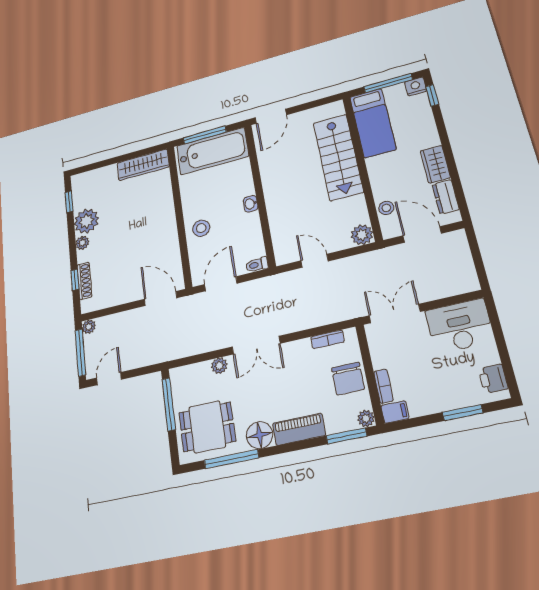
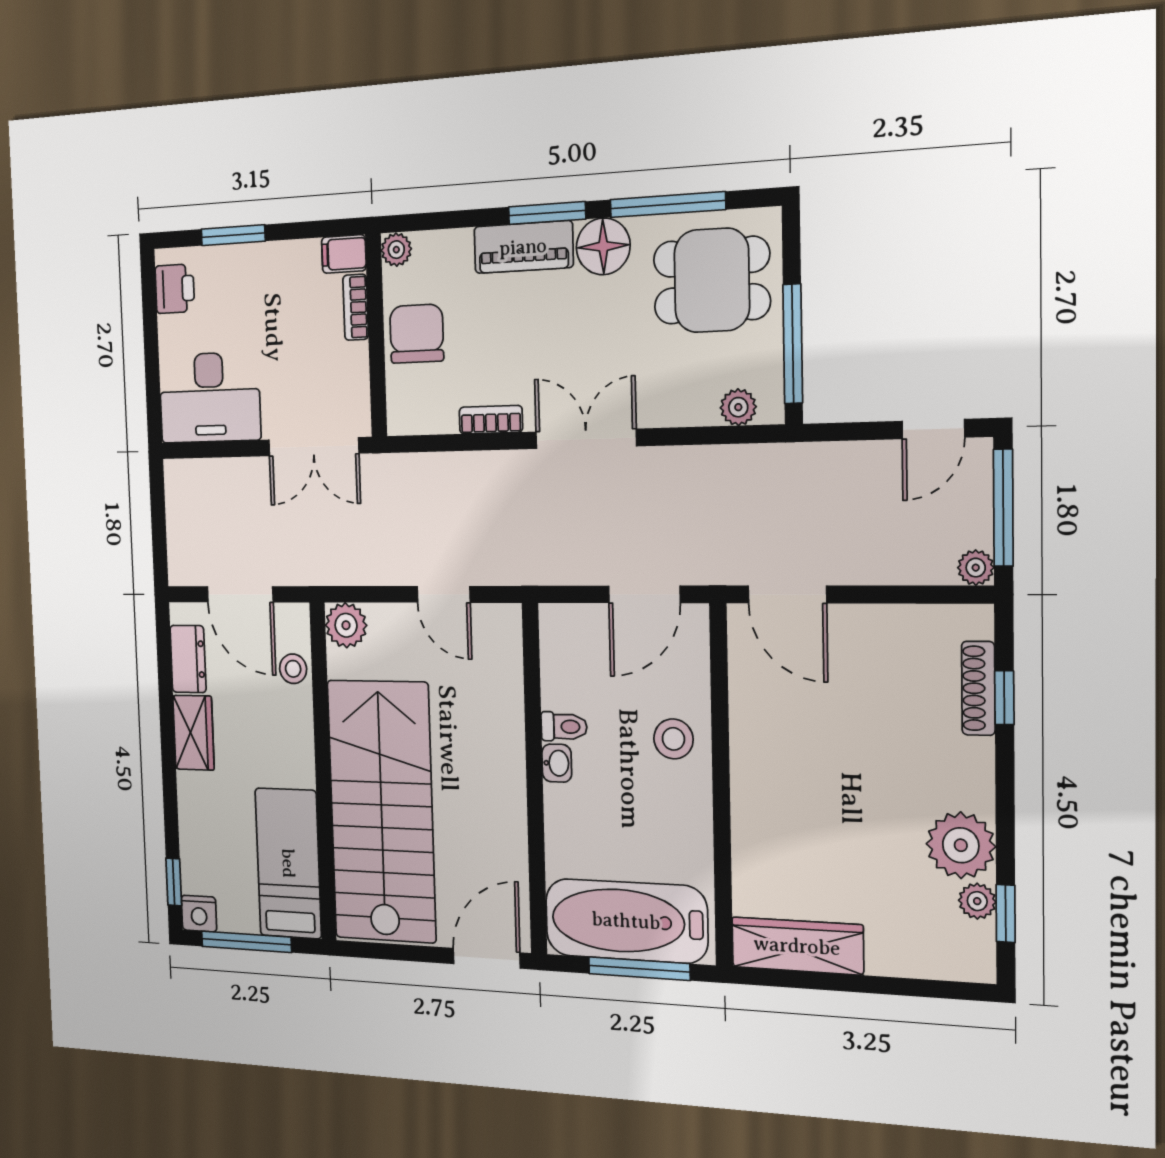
stairs: (338, 157) -> (382, 811), width x1.36, depth x1.51
plant: (82, 243) -> (977, 901), moved
toilet: (257, 265) -> (564, 727), moved
bookcase: (328, 339) -> (491, 420), moved
plant: (219, 366) -> (738, 407), moved
window: (347, 436) -> (547, 213), moved

